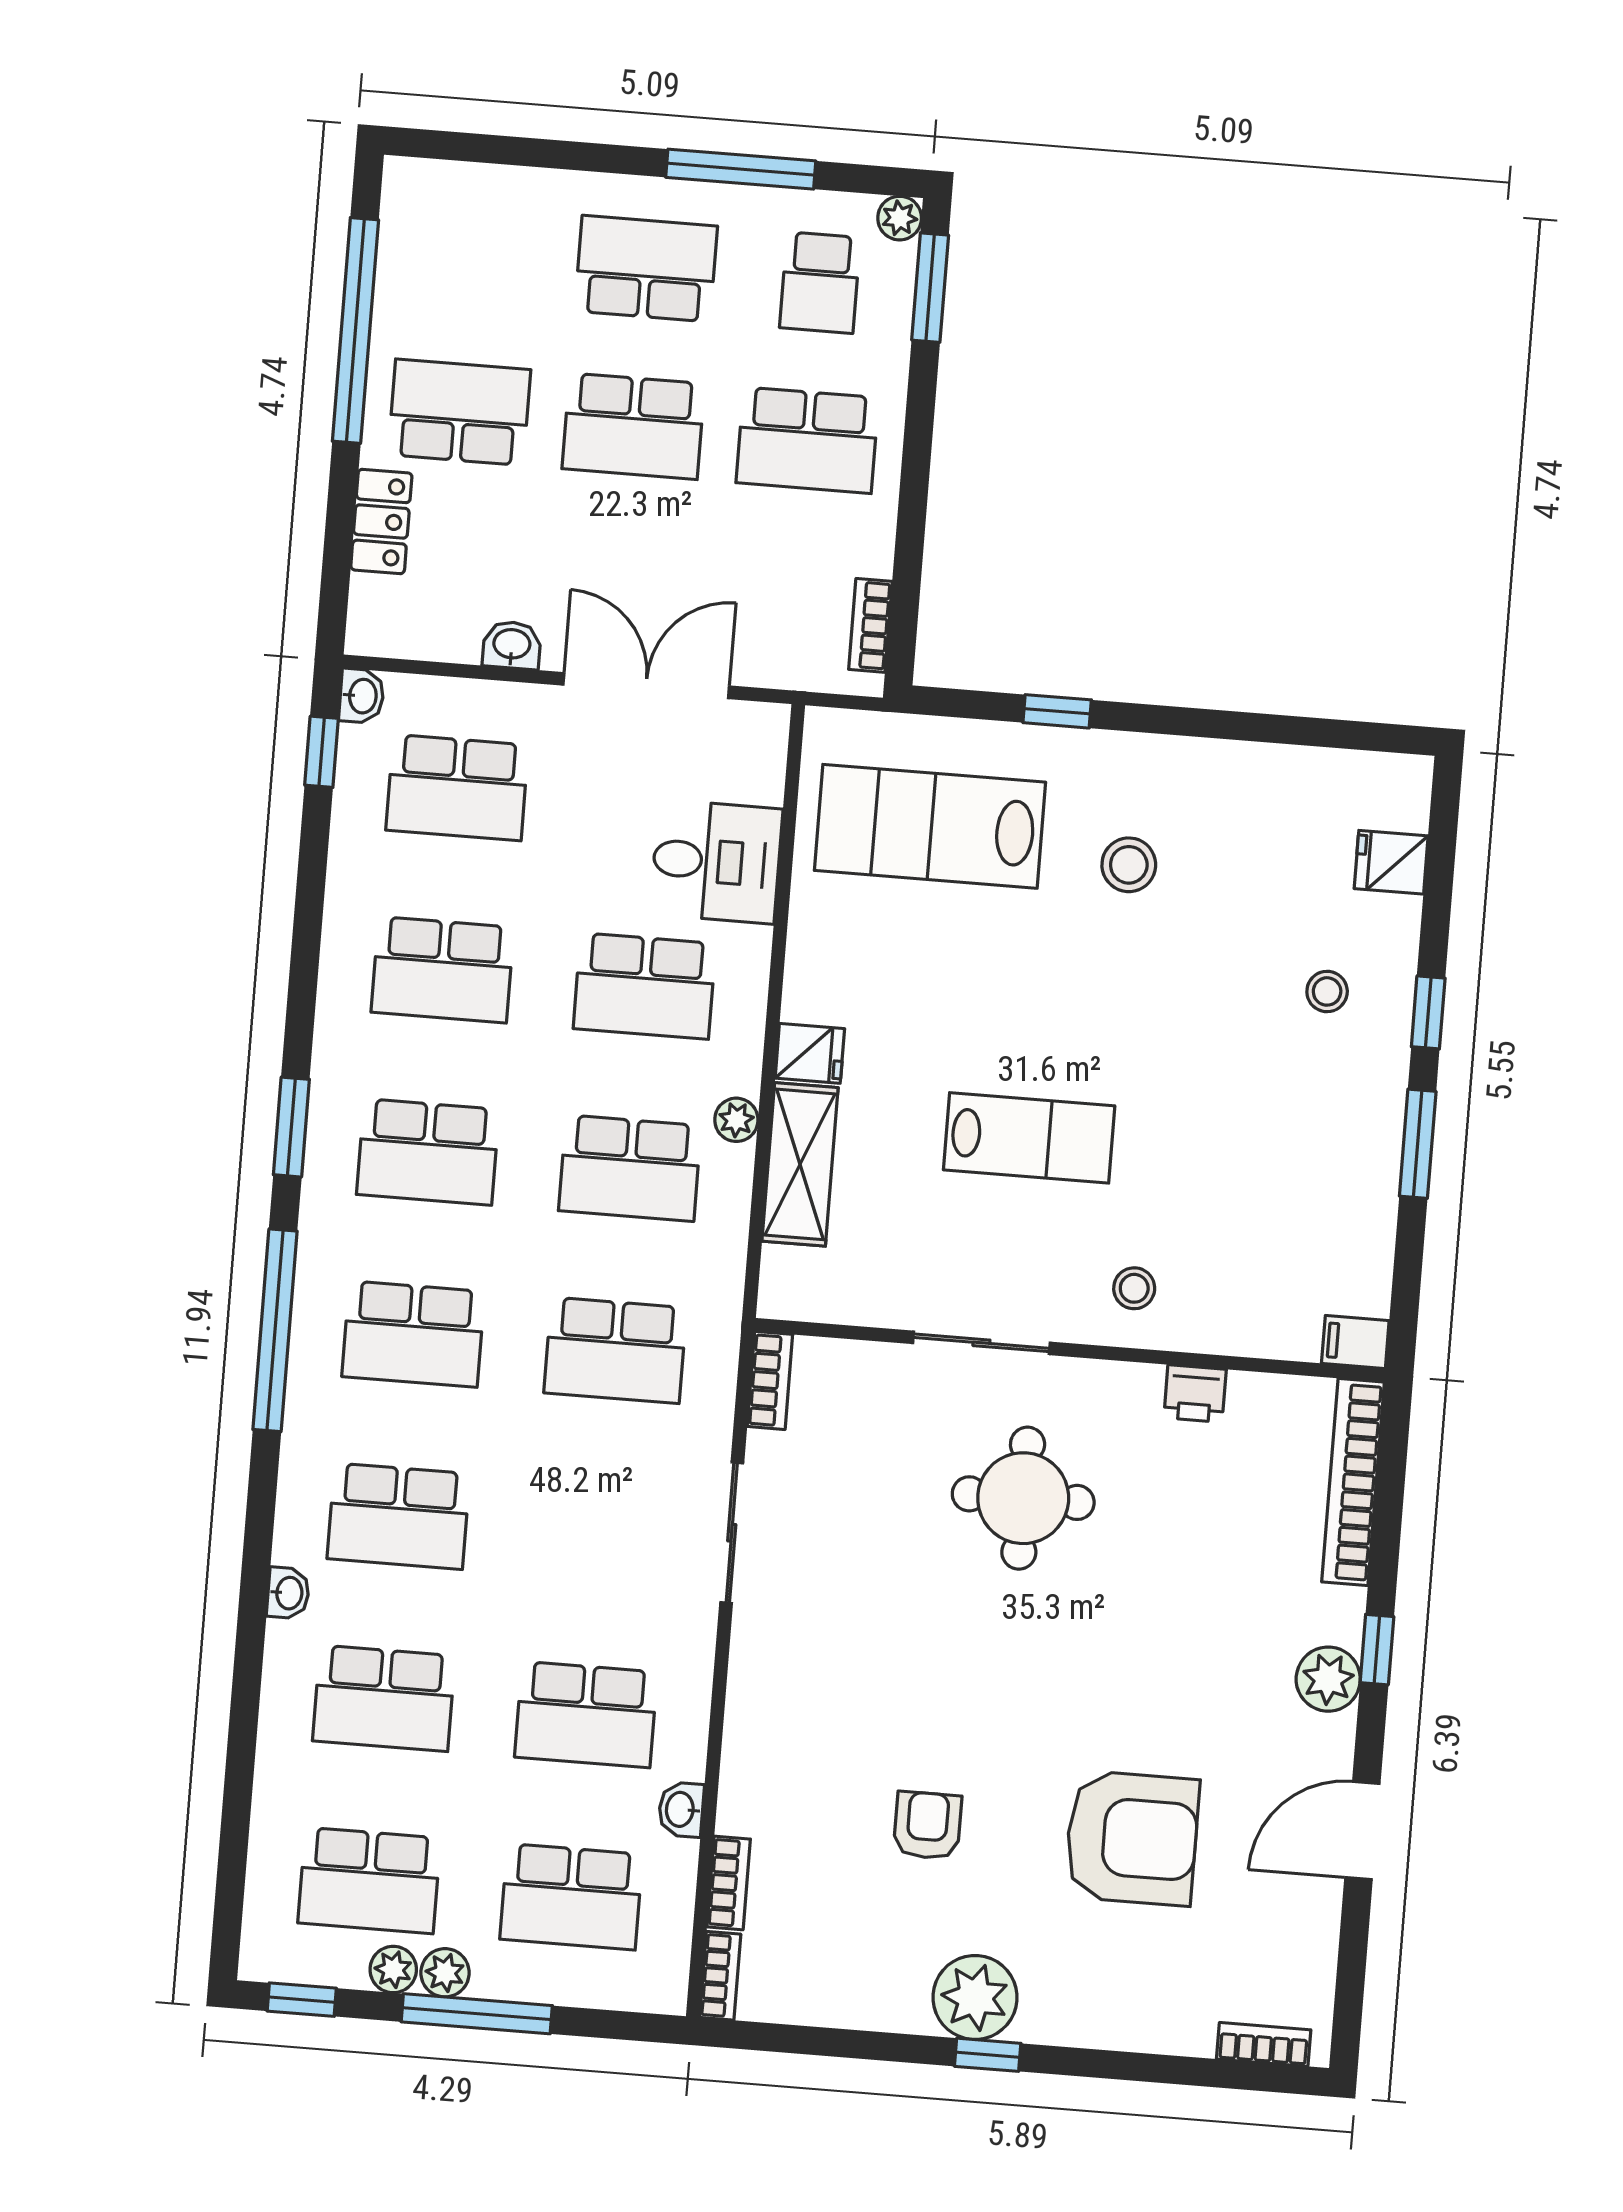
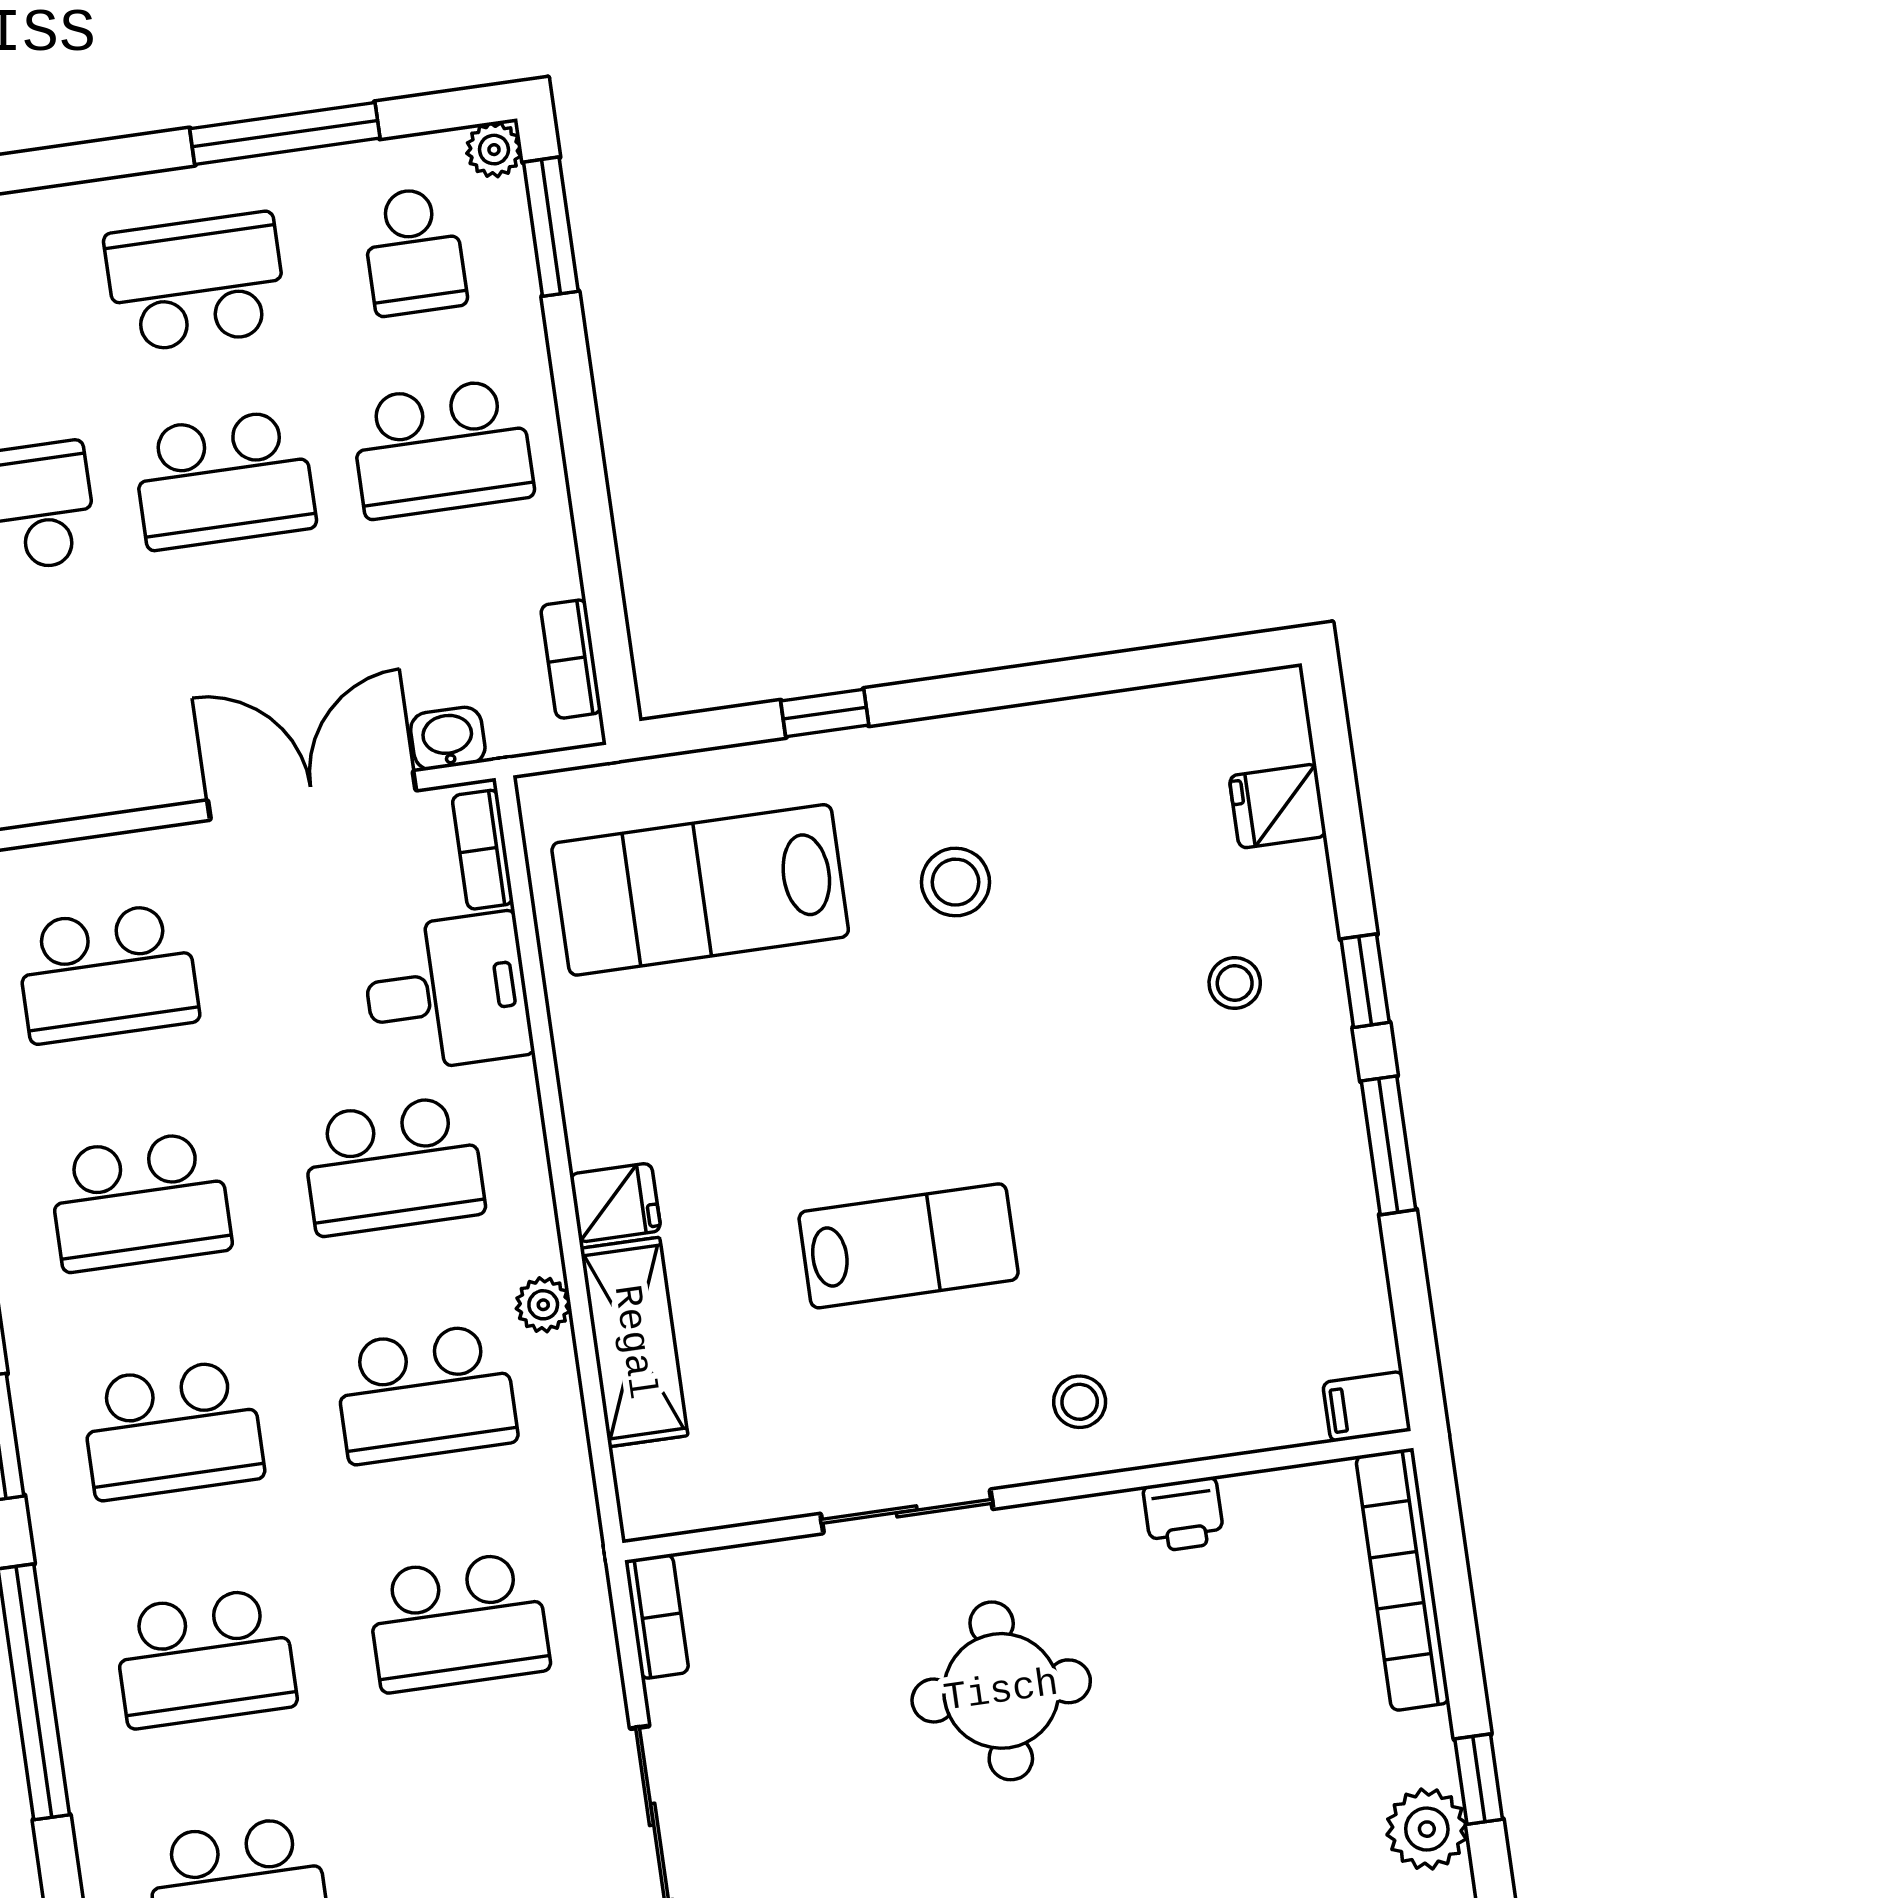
washbasin: (512, 645) -> (448, 738), moved
bookcase: (769, 757) -> (483, 850), added

